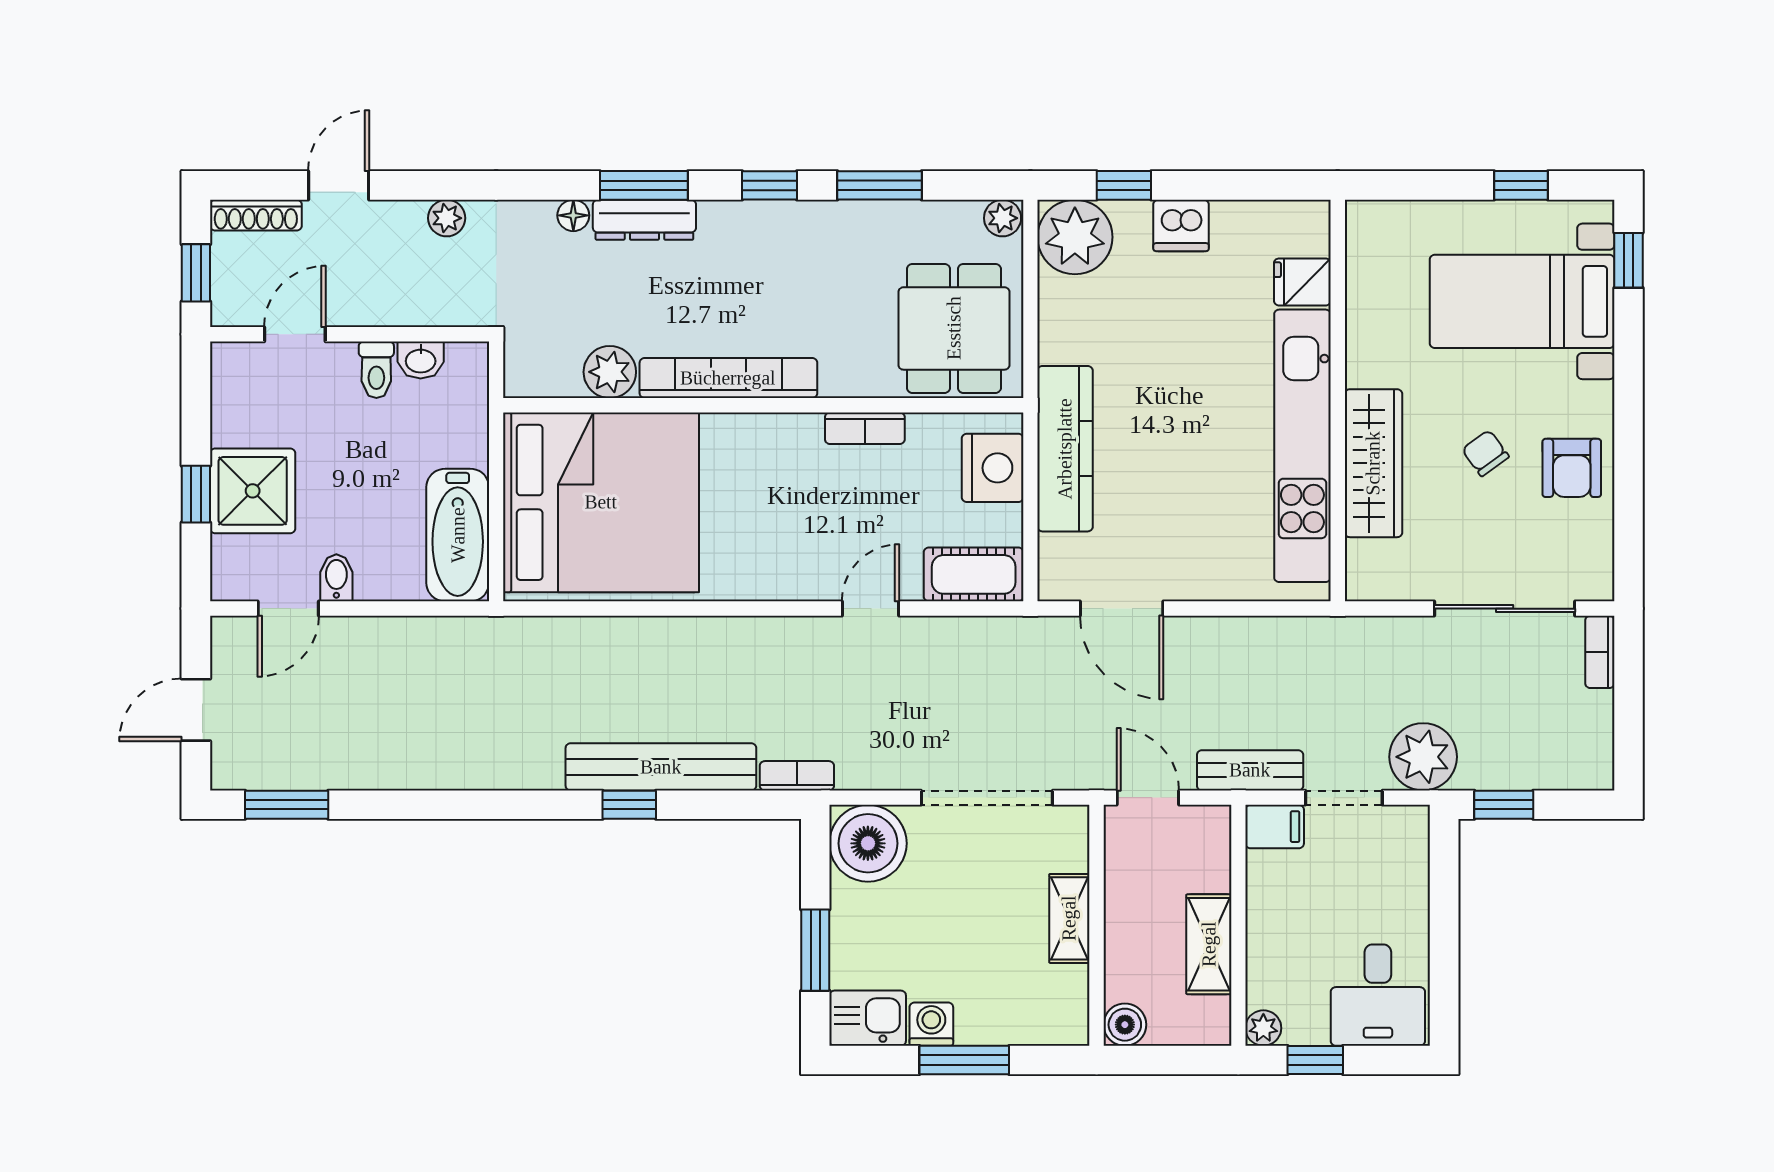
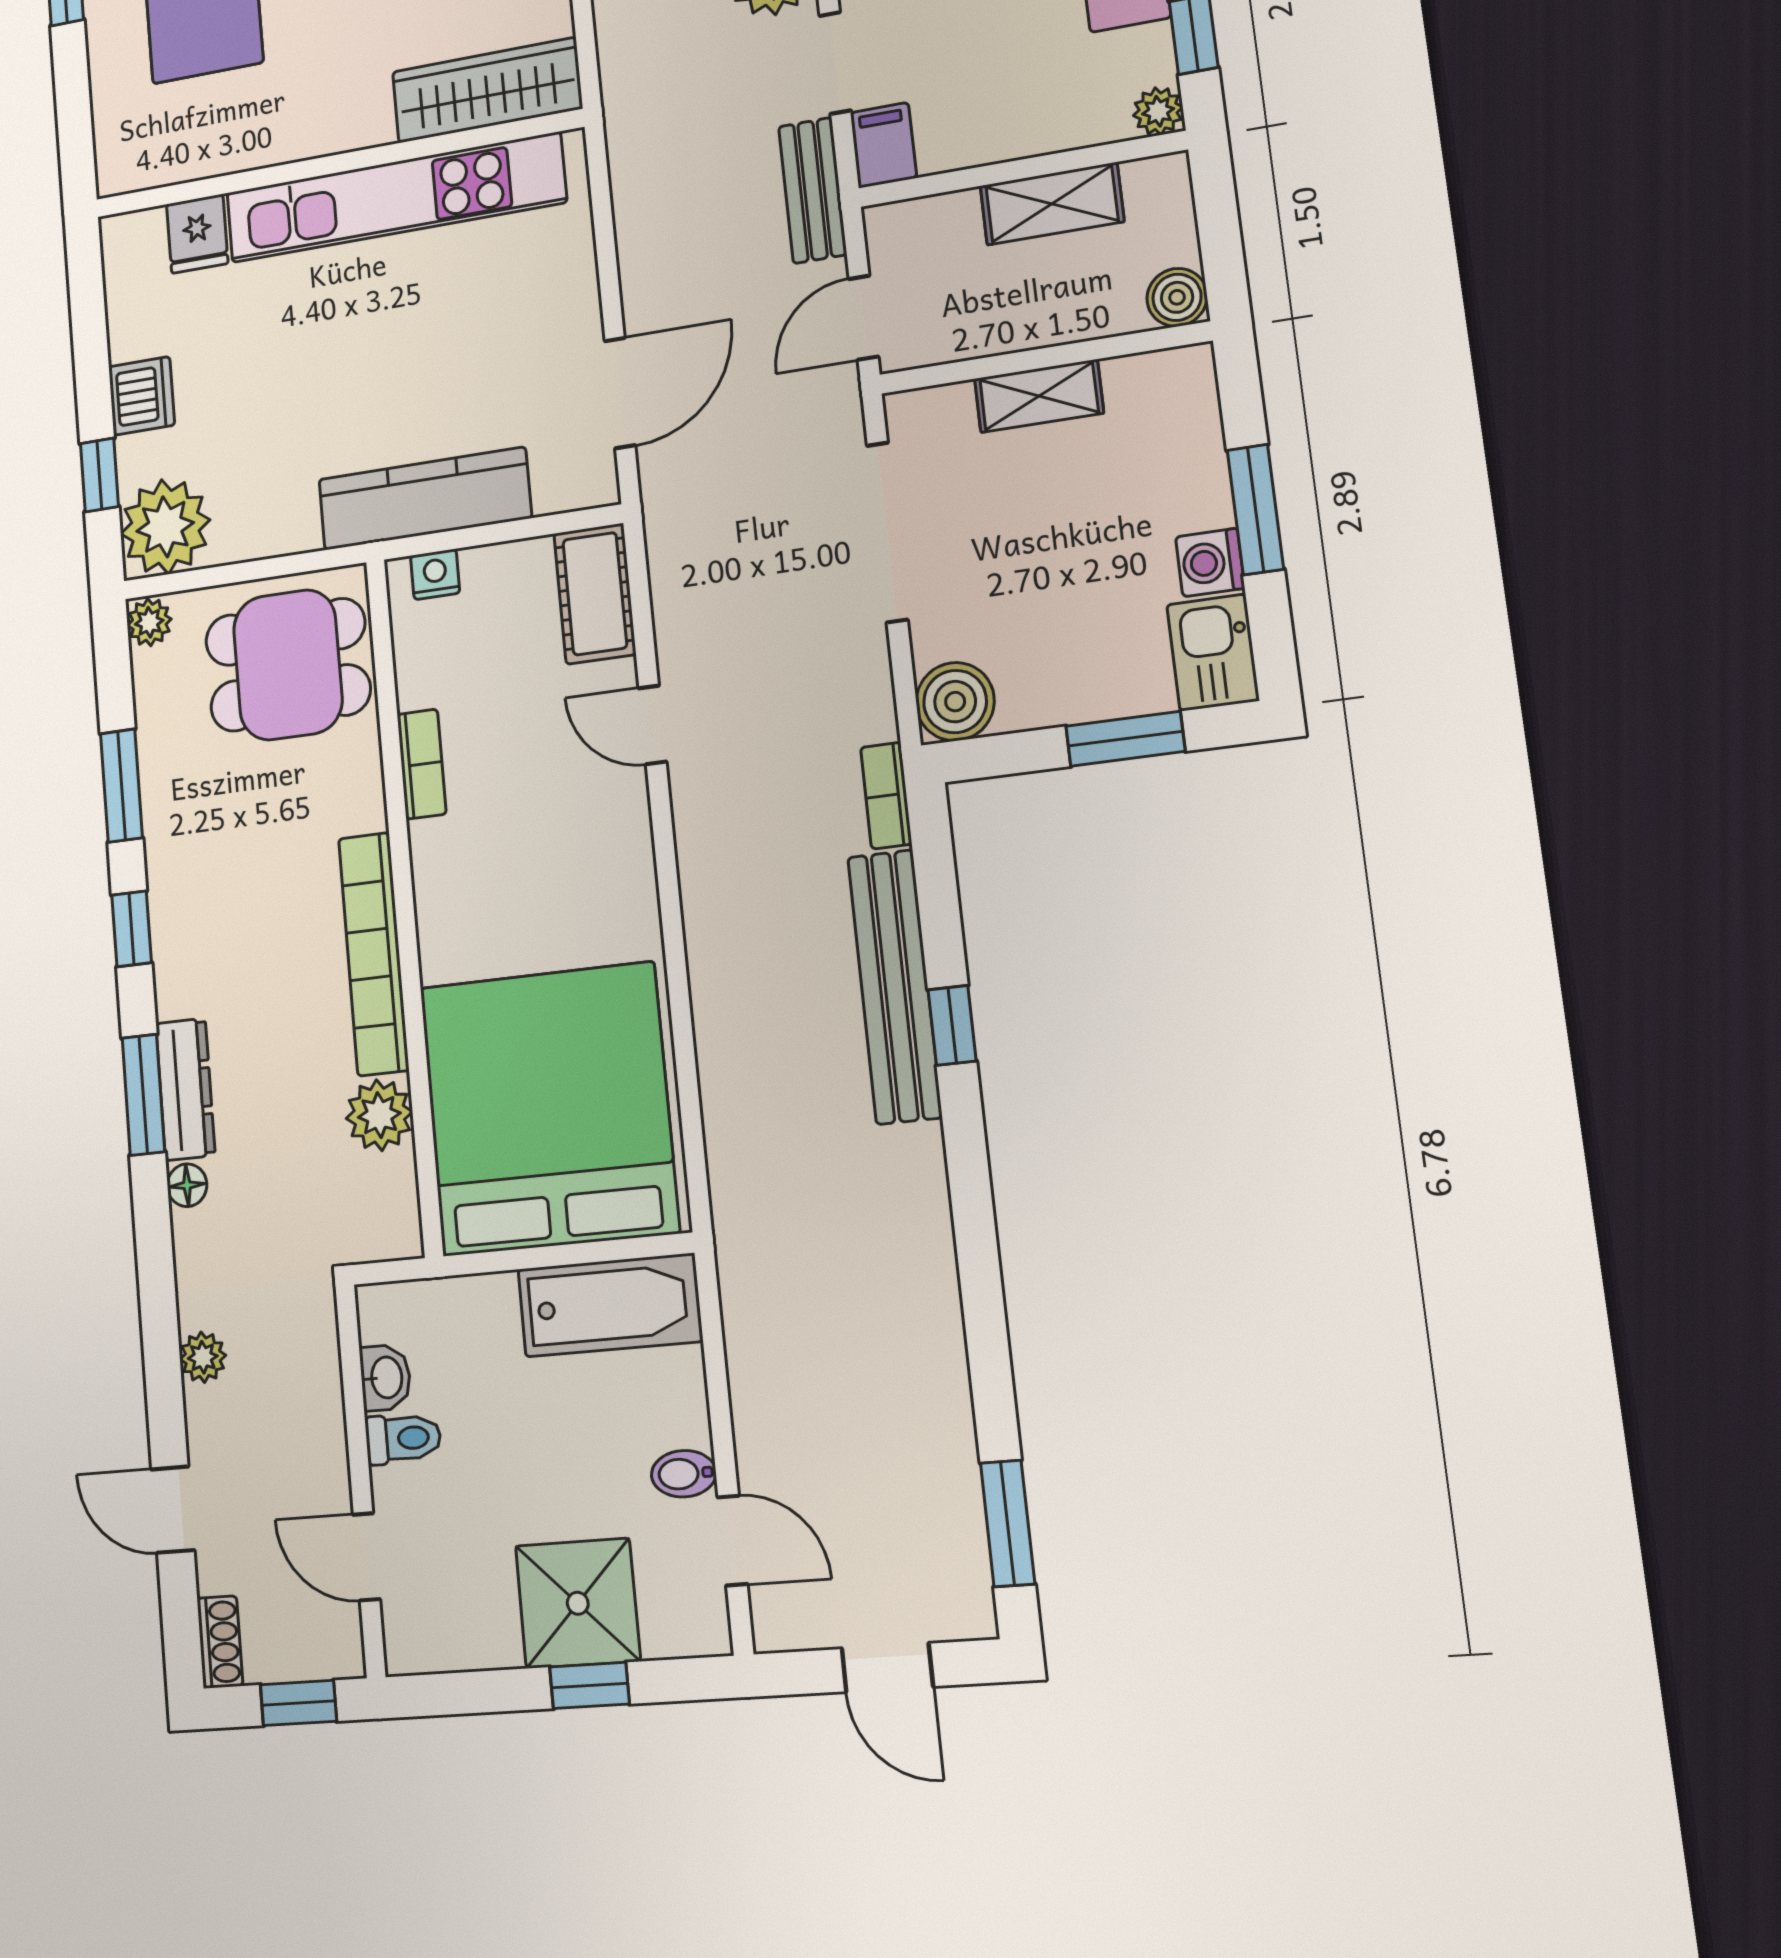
shoe rack: (256, 215) -> (220, 1642), width x0.70
wardrobe: (1373, 463) -> (487, 90), moved
nightstand: (993, 468) -> (435, 574), width x0.53, depth x0.56
boiler: (868, 843) -> (955, 702), width x0.73, depth x0.73

